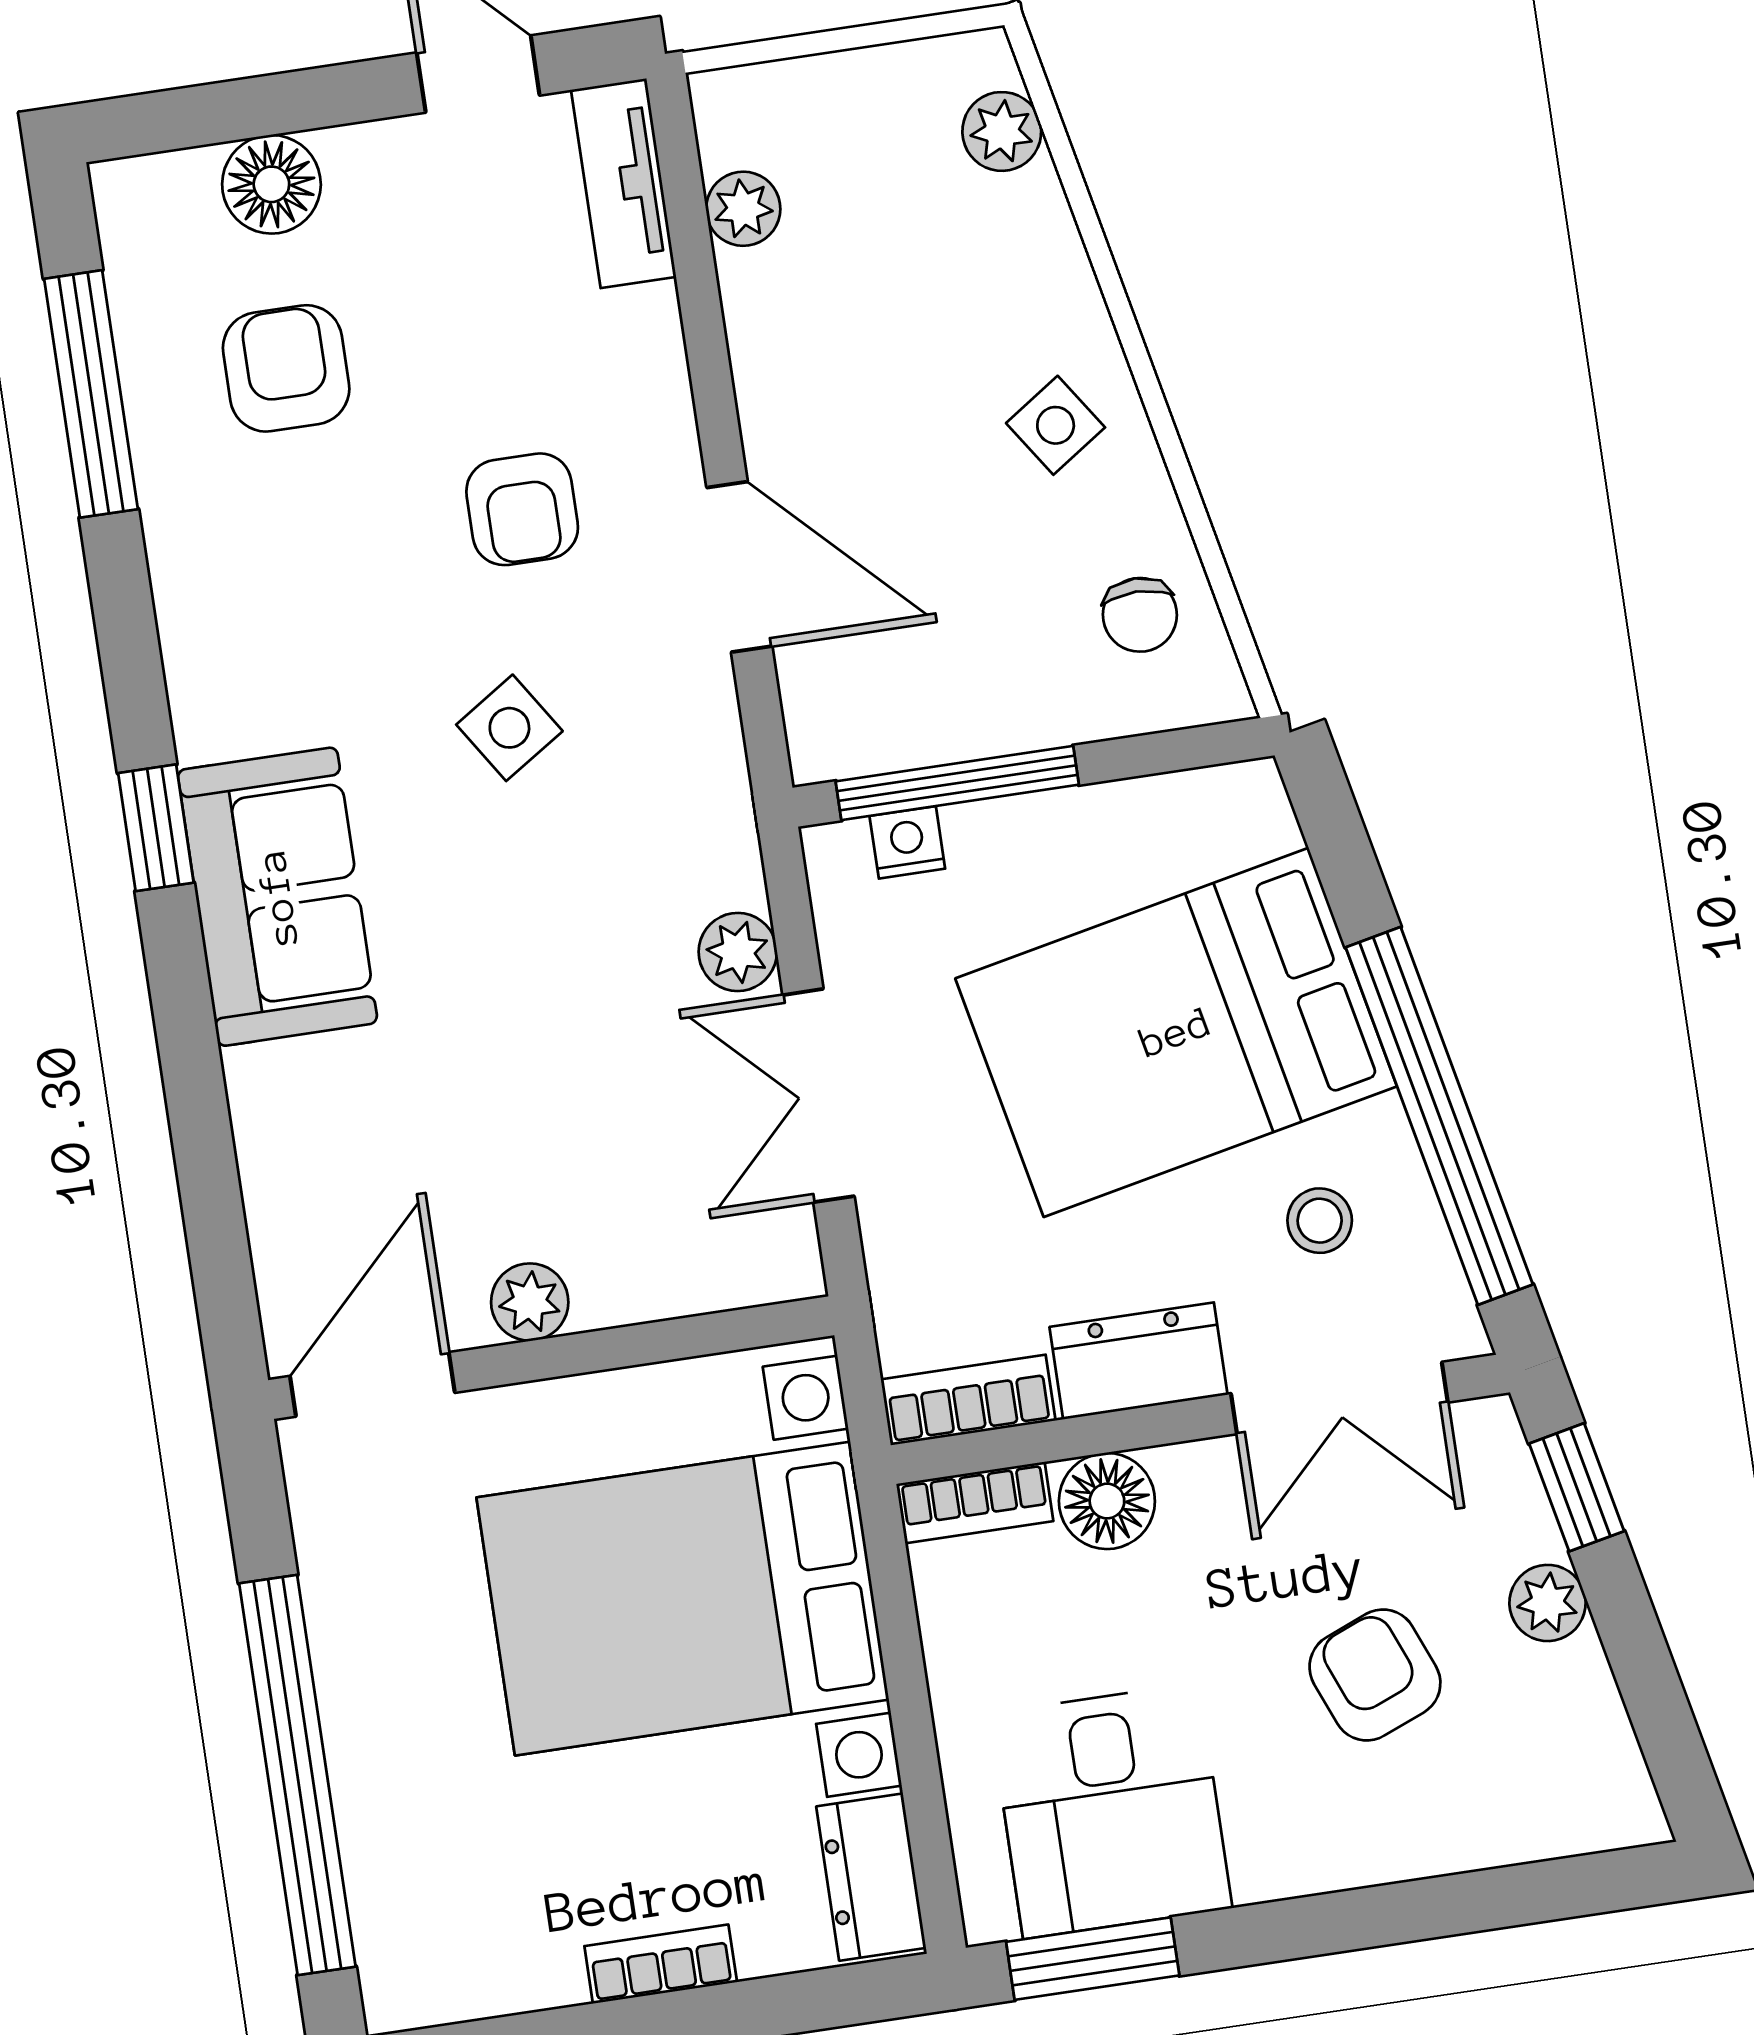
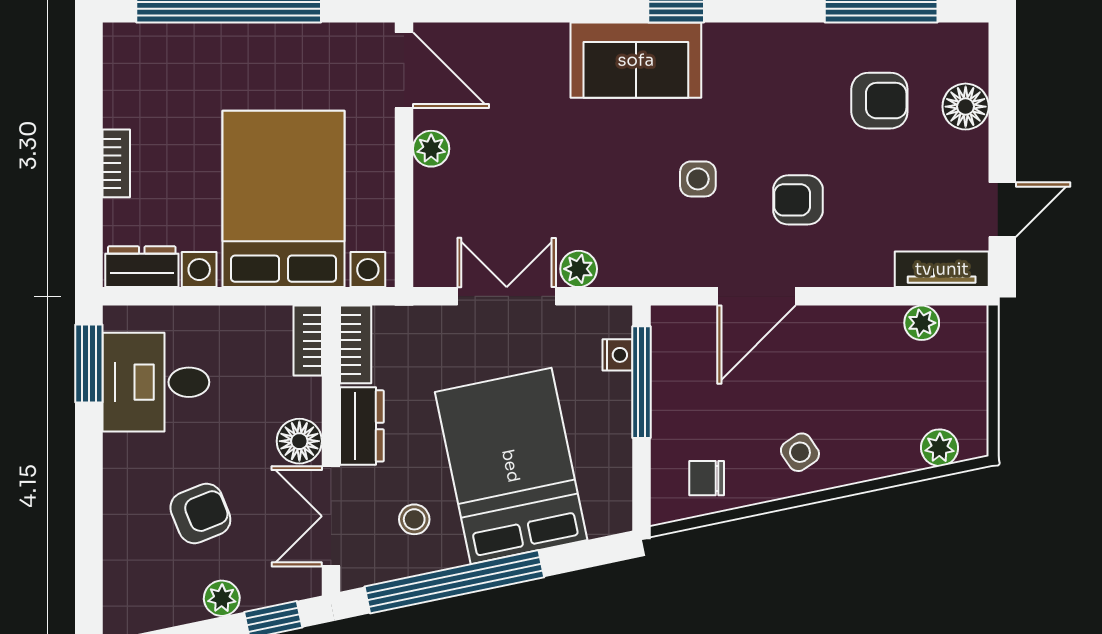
side table: (509, 728) -> (698, 179), turned 33
floor lamp: (1107, 1501) -> (299, 441), moved

